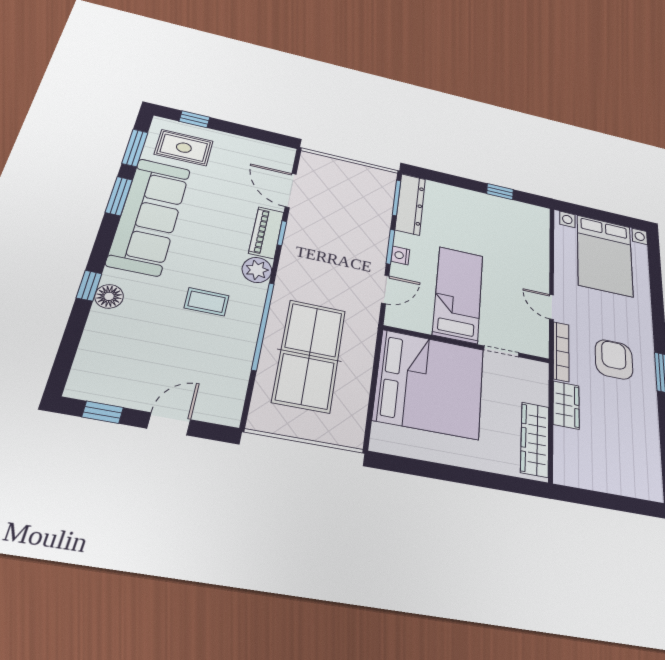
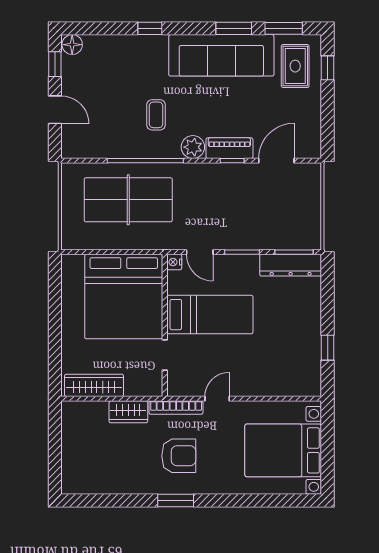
nightstand: (400, 255) -> (174, 262), moved, turned -90
floor lamp: (109, 296) -> (72, 45), moved

